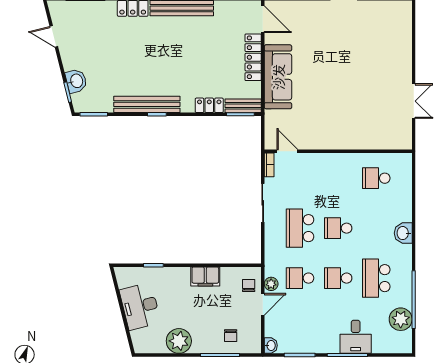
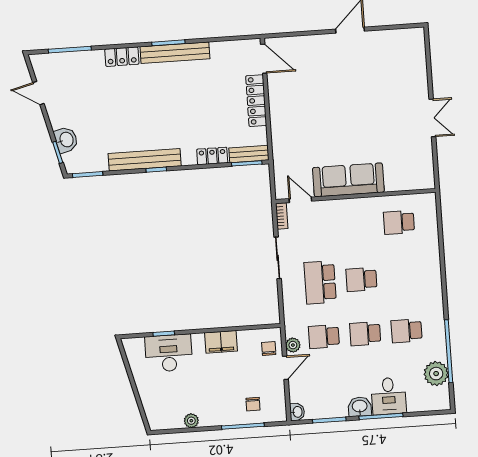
sofa: (278, 77) -> (348, 180), moved, turned -90
double door: (414, 101) -> (432, 118), moved
washbasin: (403, 233) -> (360, 407), moved, turned 90
school desk: (376, 278) -> (407, 331), width x0.54
desk: (140, 306) -> (169, 353), moved, turned 104
plant: (179, 341) -> (191, 421), width x0.53, depth x0.53

